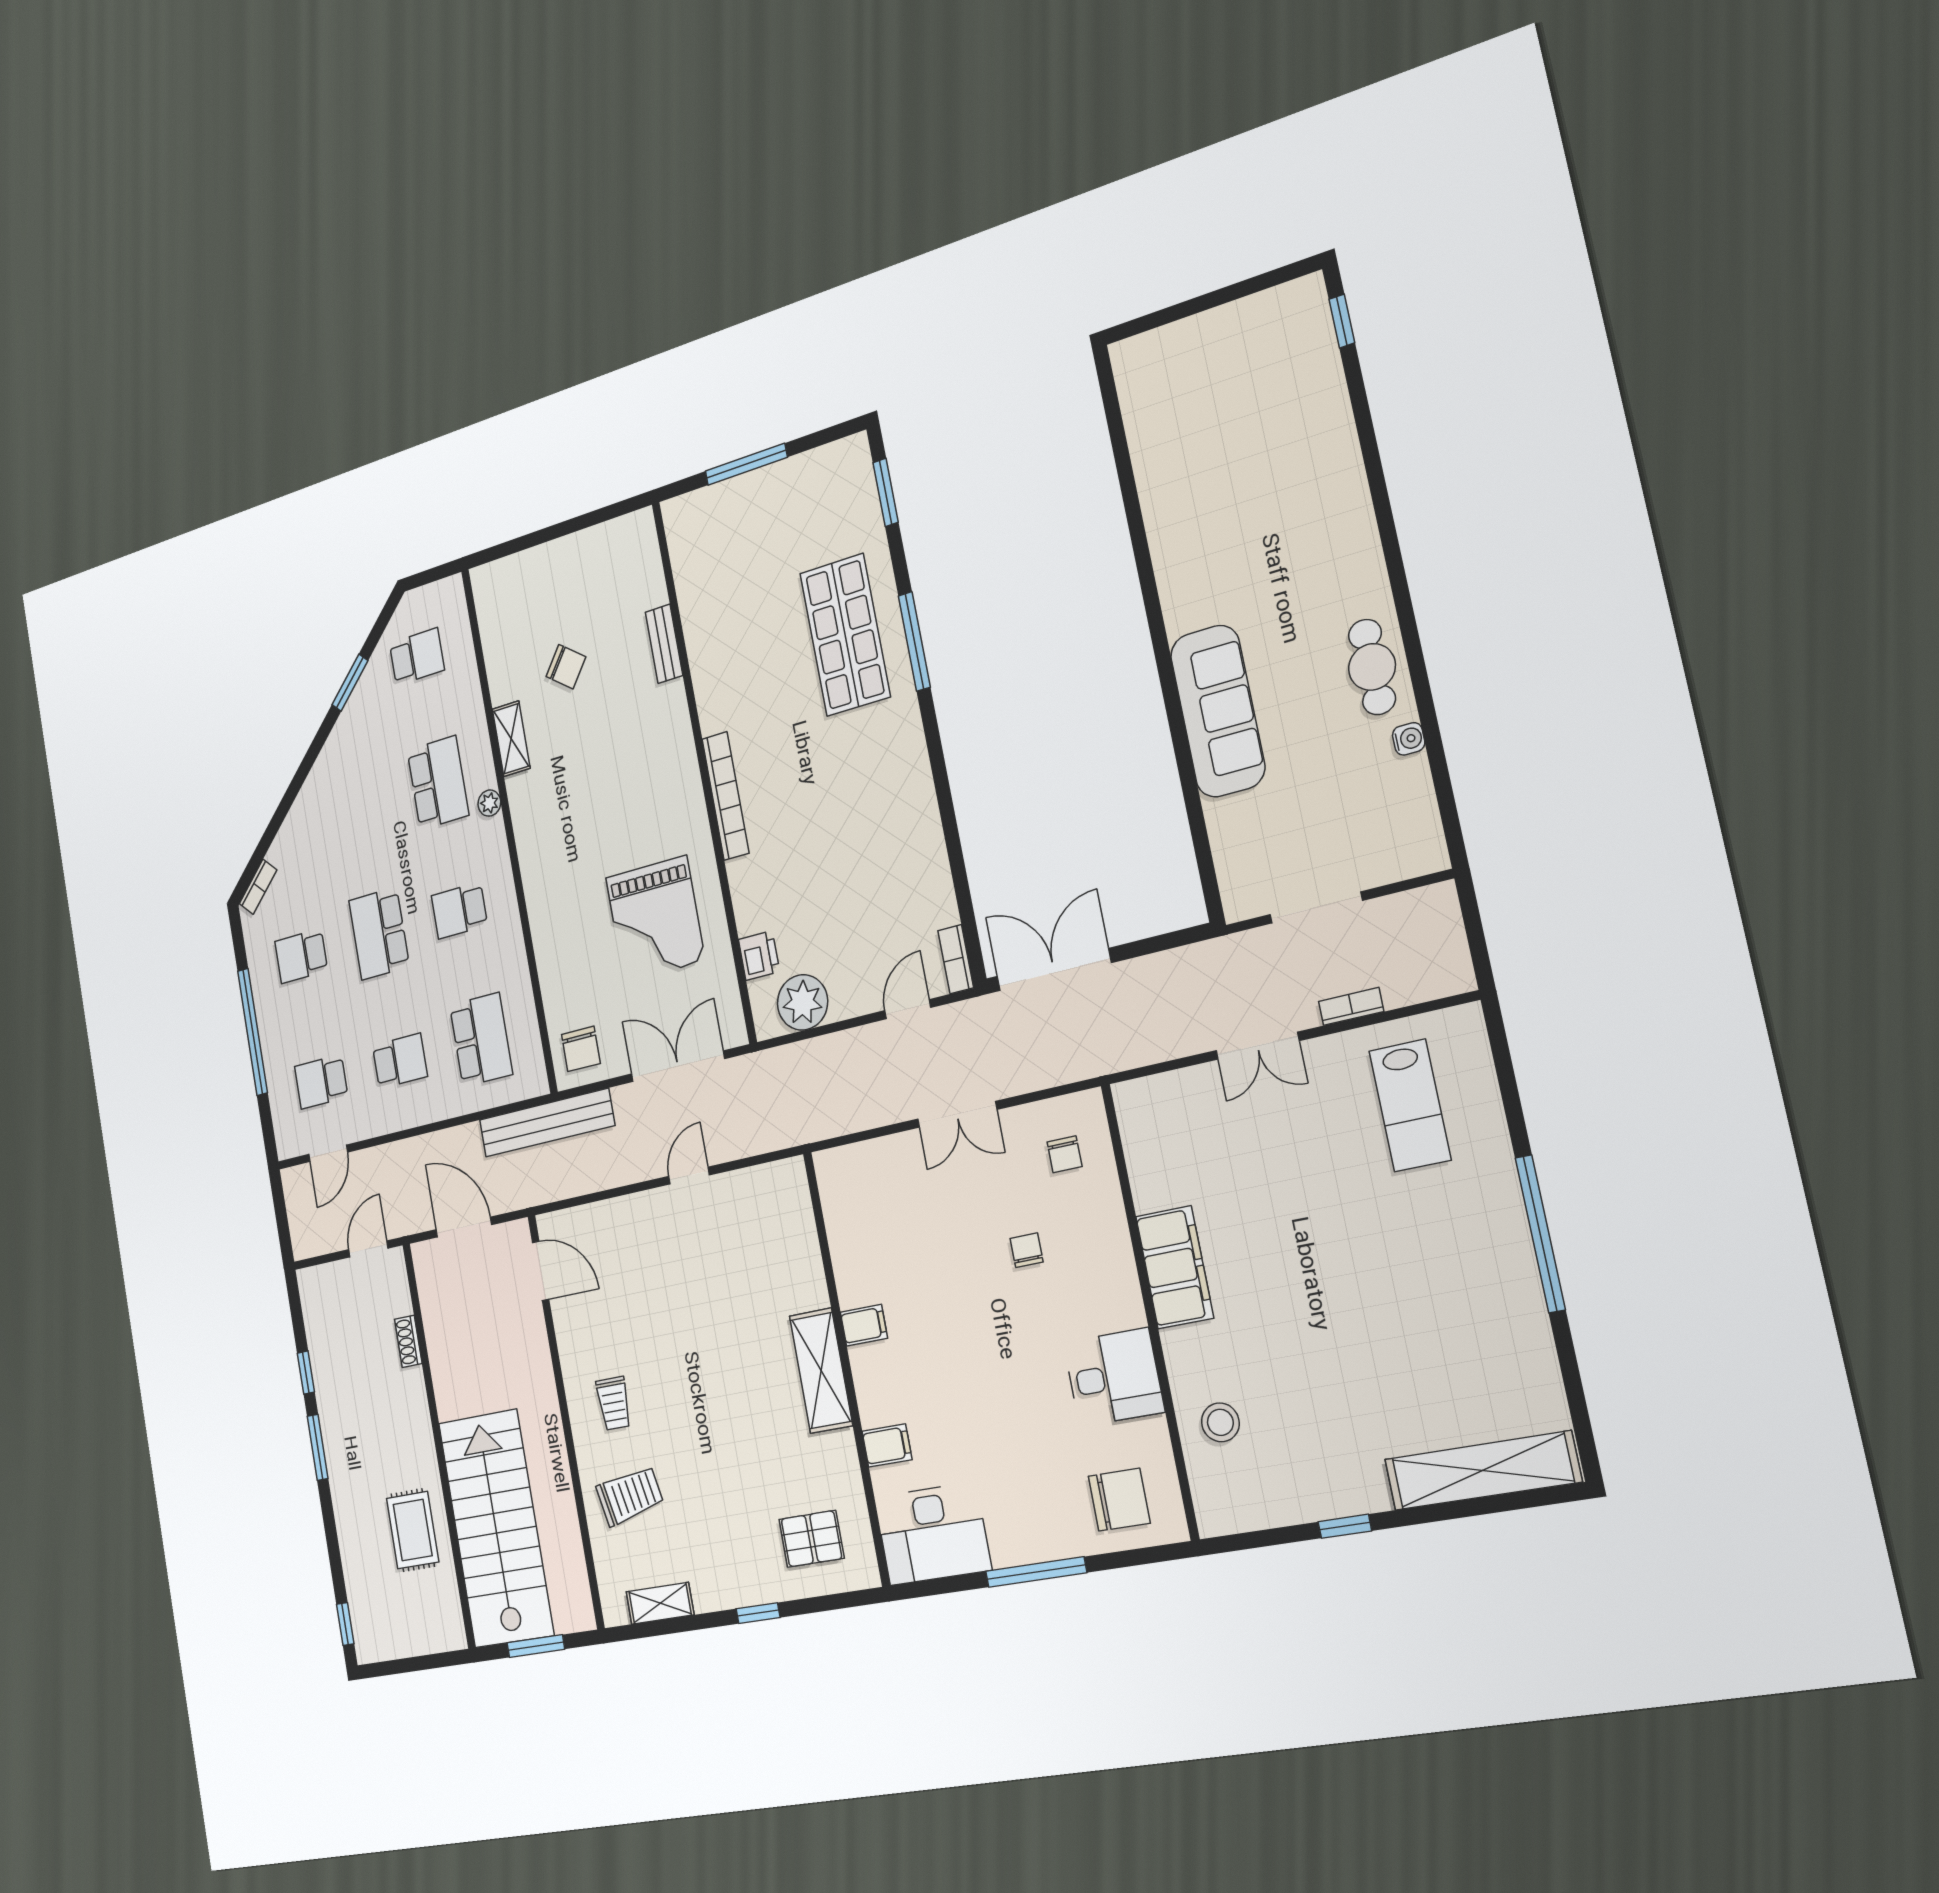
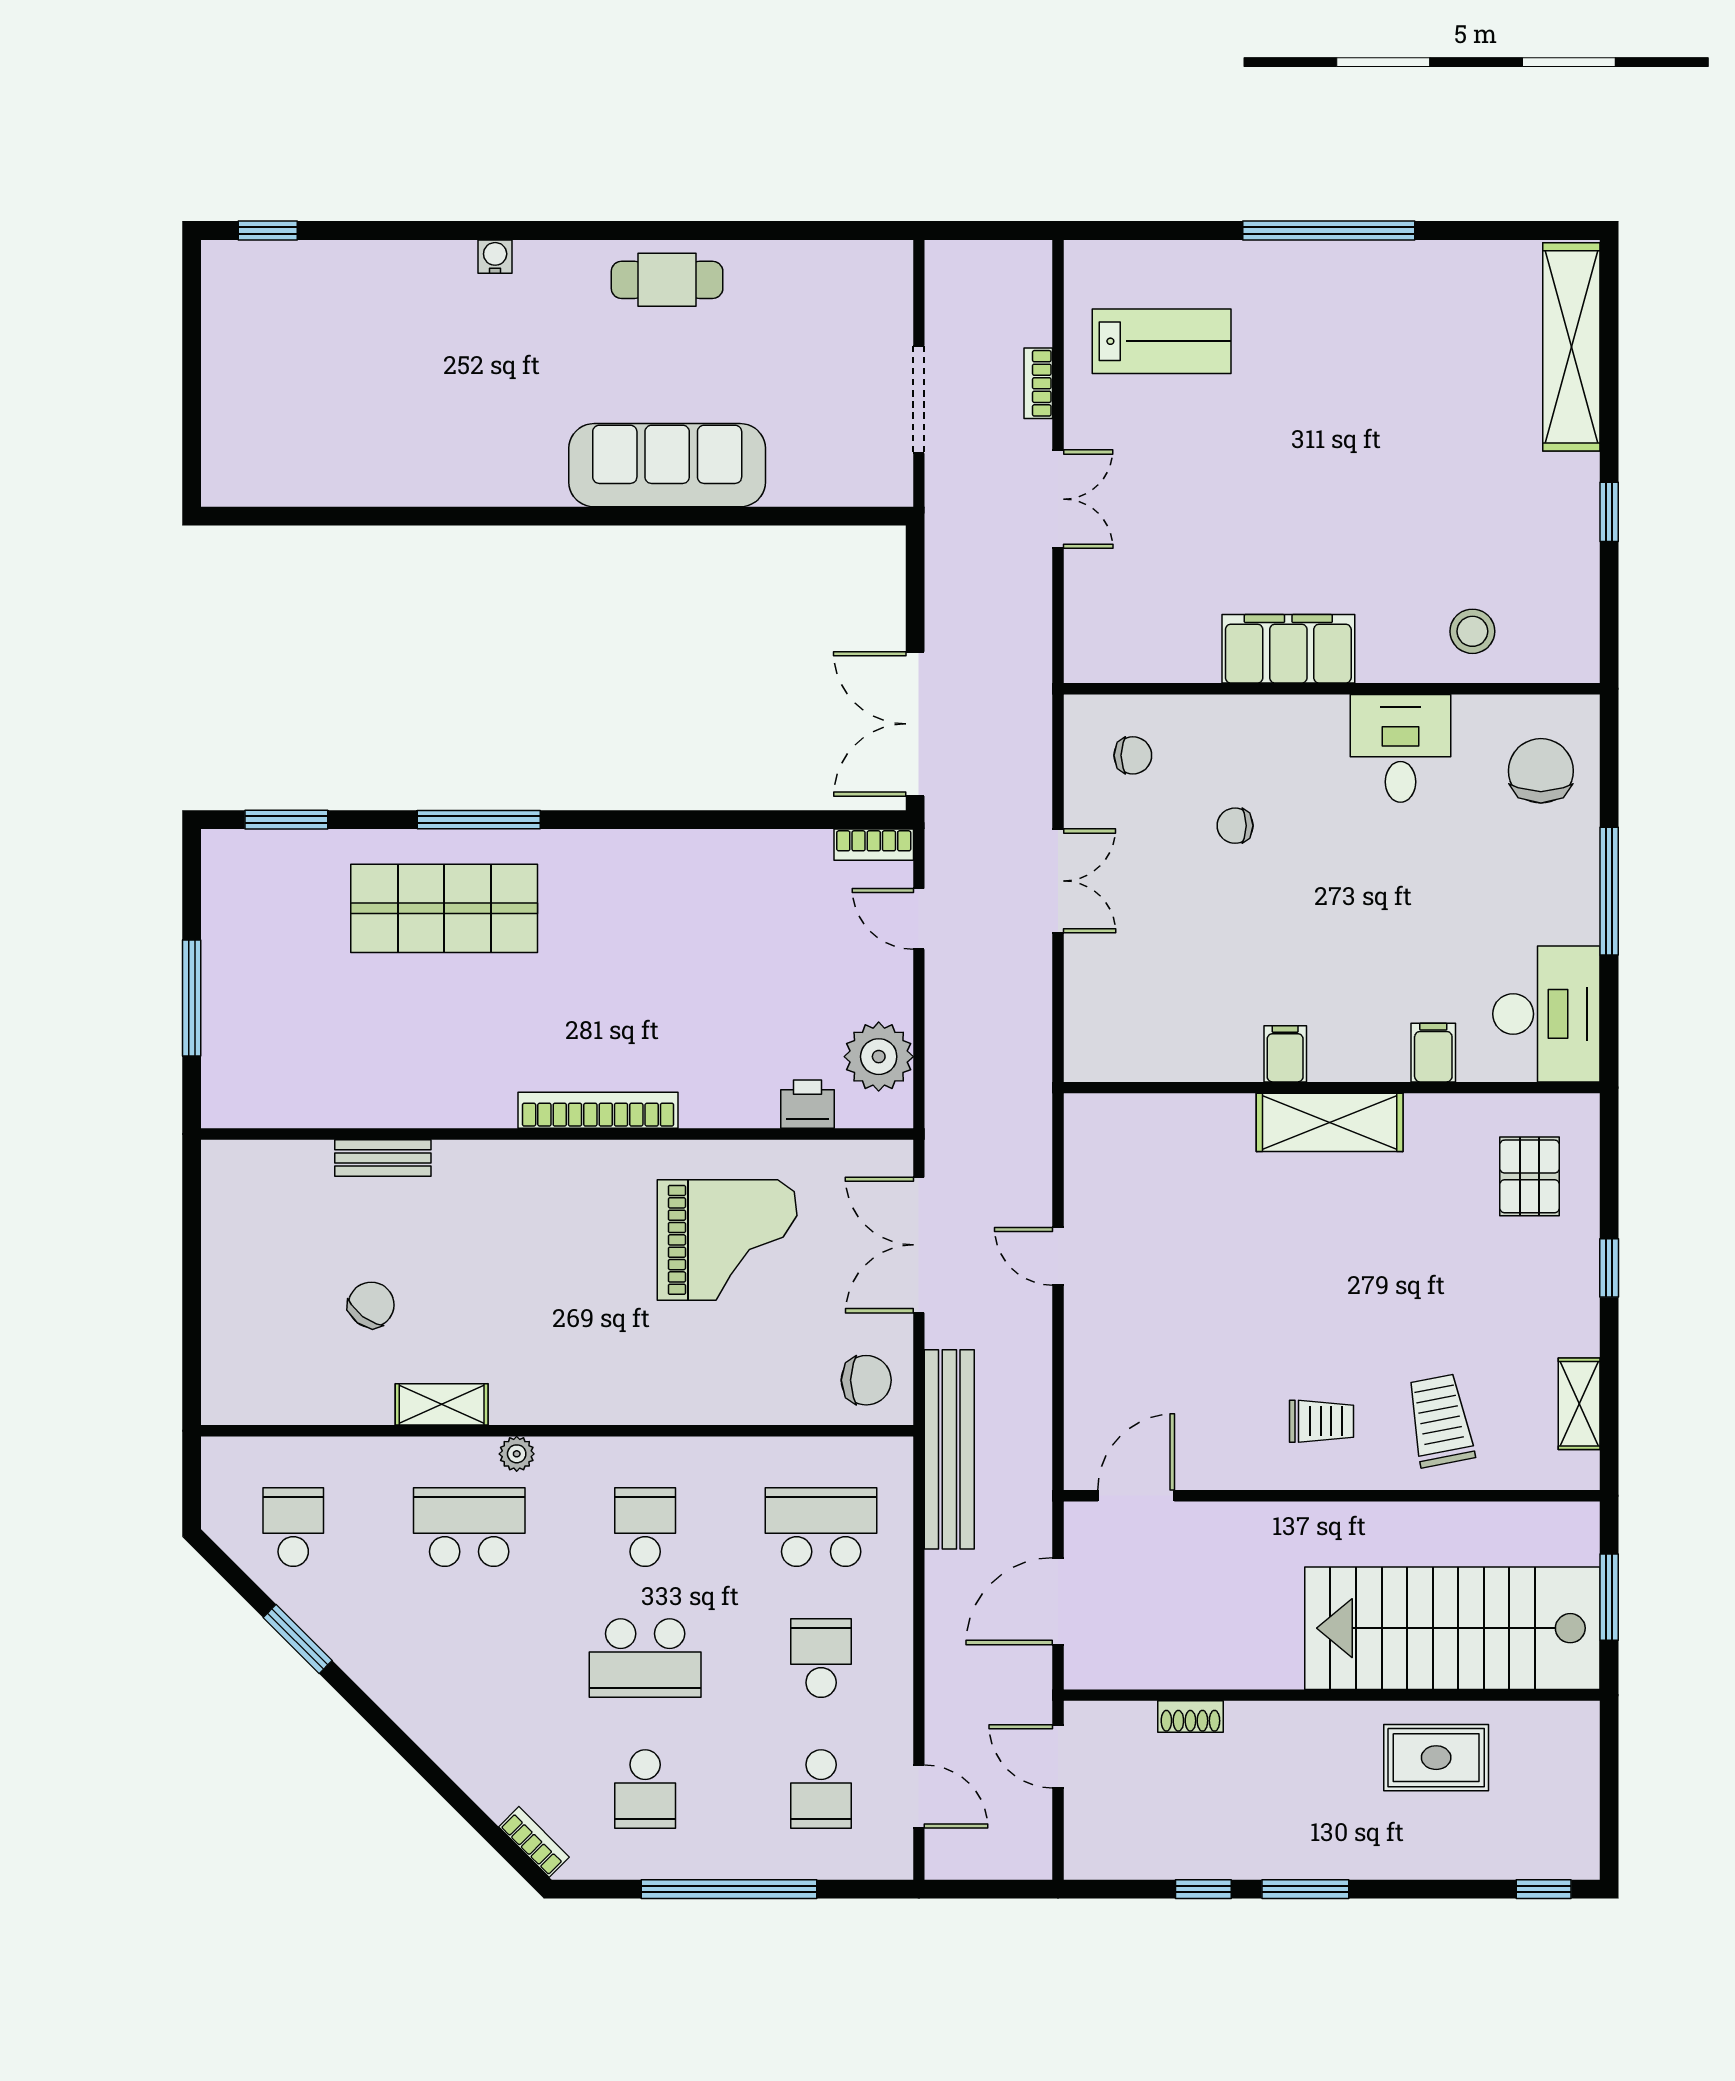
water cooler: (1409, 739) -> (495, 257), moved
school desk: (459, 910) -> (645, 1527), turned 180

